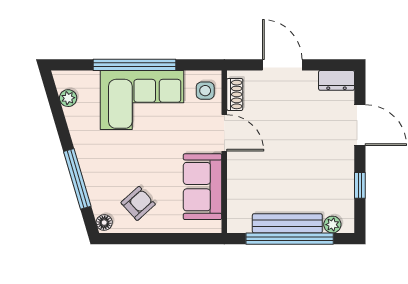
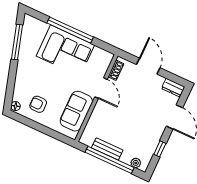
side table: (205, 91) -> (101, 61), removed
plant: (68, 98) -> (27, 31), removed
window: (77, 179) -> (17, 42), moved
armchair: (138, 203) -> (38, 104), turned -138
bench: (287, 223) -> (107, 149), width x0.73

